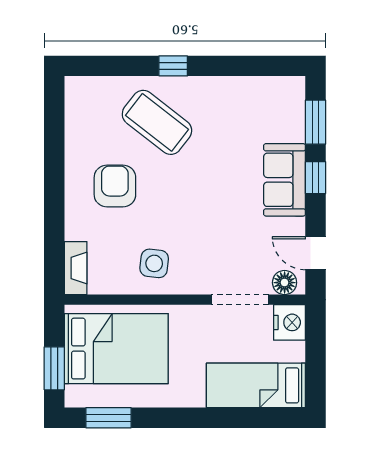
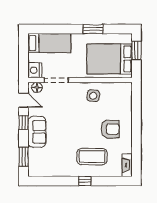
coffee table: (157, 122) -> (92, 157), turned -38
window: (316, 178) -> (24, 122), moved
armchair: (115, 186) -> (110, 129), turned -90
fireplace: (76, 268) -> (127, 165), moved
window: (109, 418) -> (93, 29), moved

